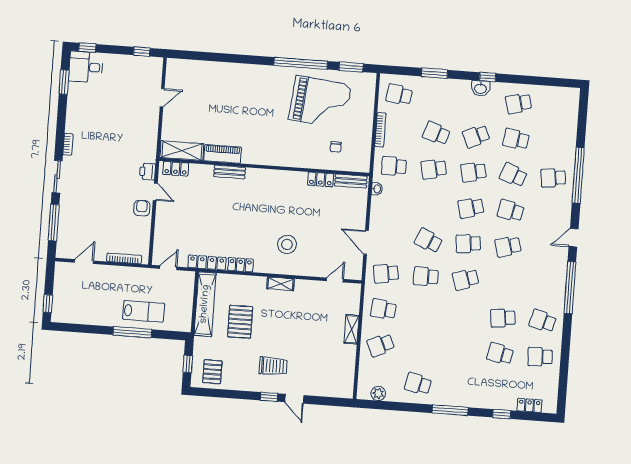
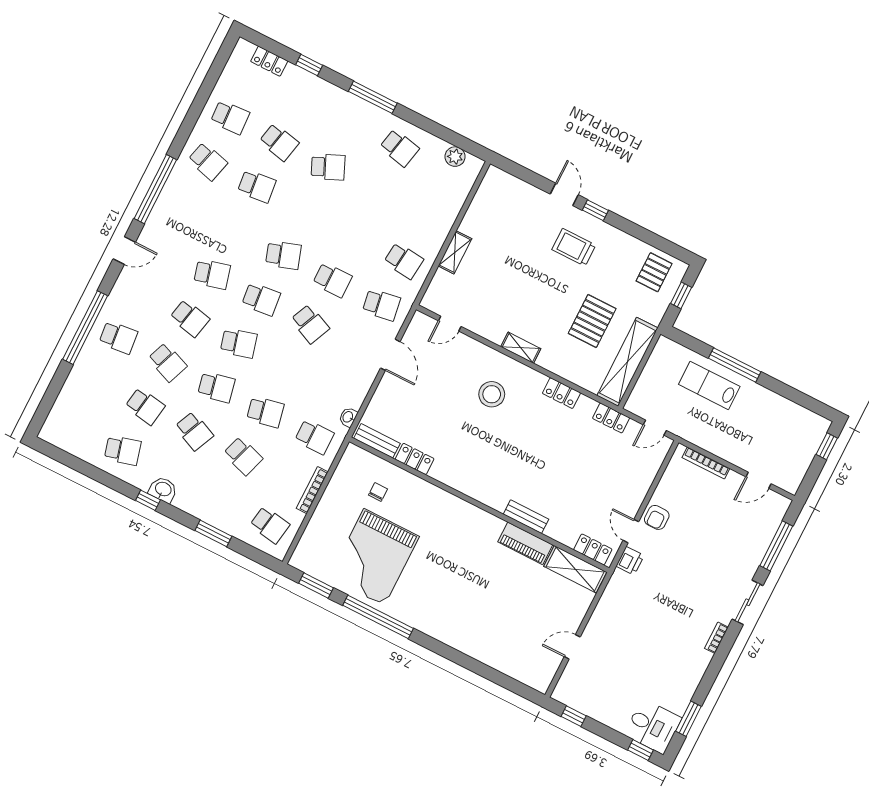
grand piano: (320, 102) -> (374, 557), turned -96
school desk: (476, 136) -> (194, 431), turned 48
locker: (207, 262) -> (611, 418), width x0.66
school desk: (381, 345) -> (328, 167), moved

